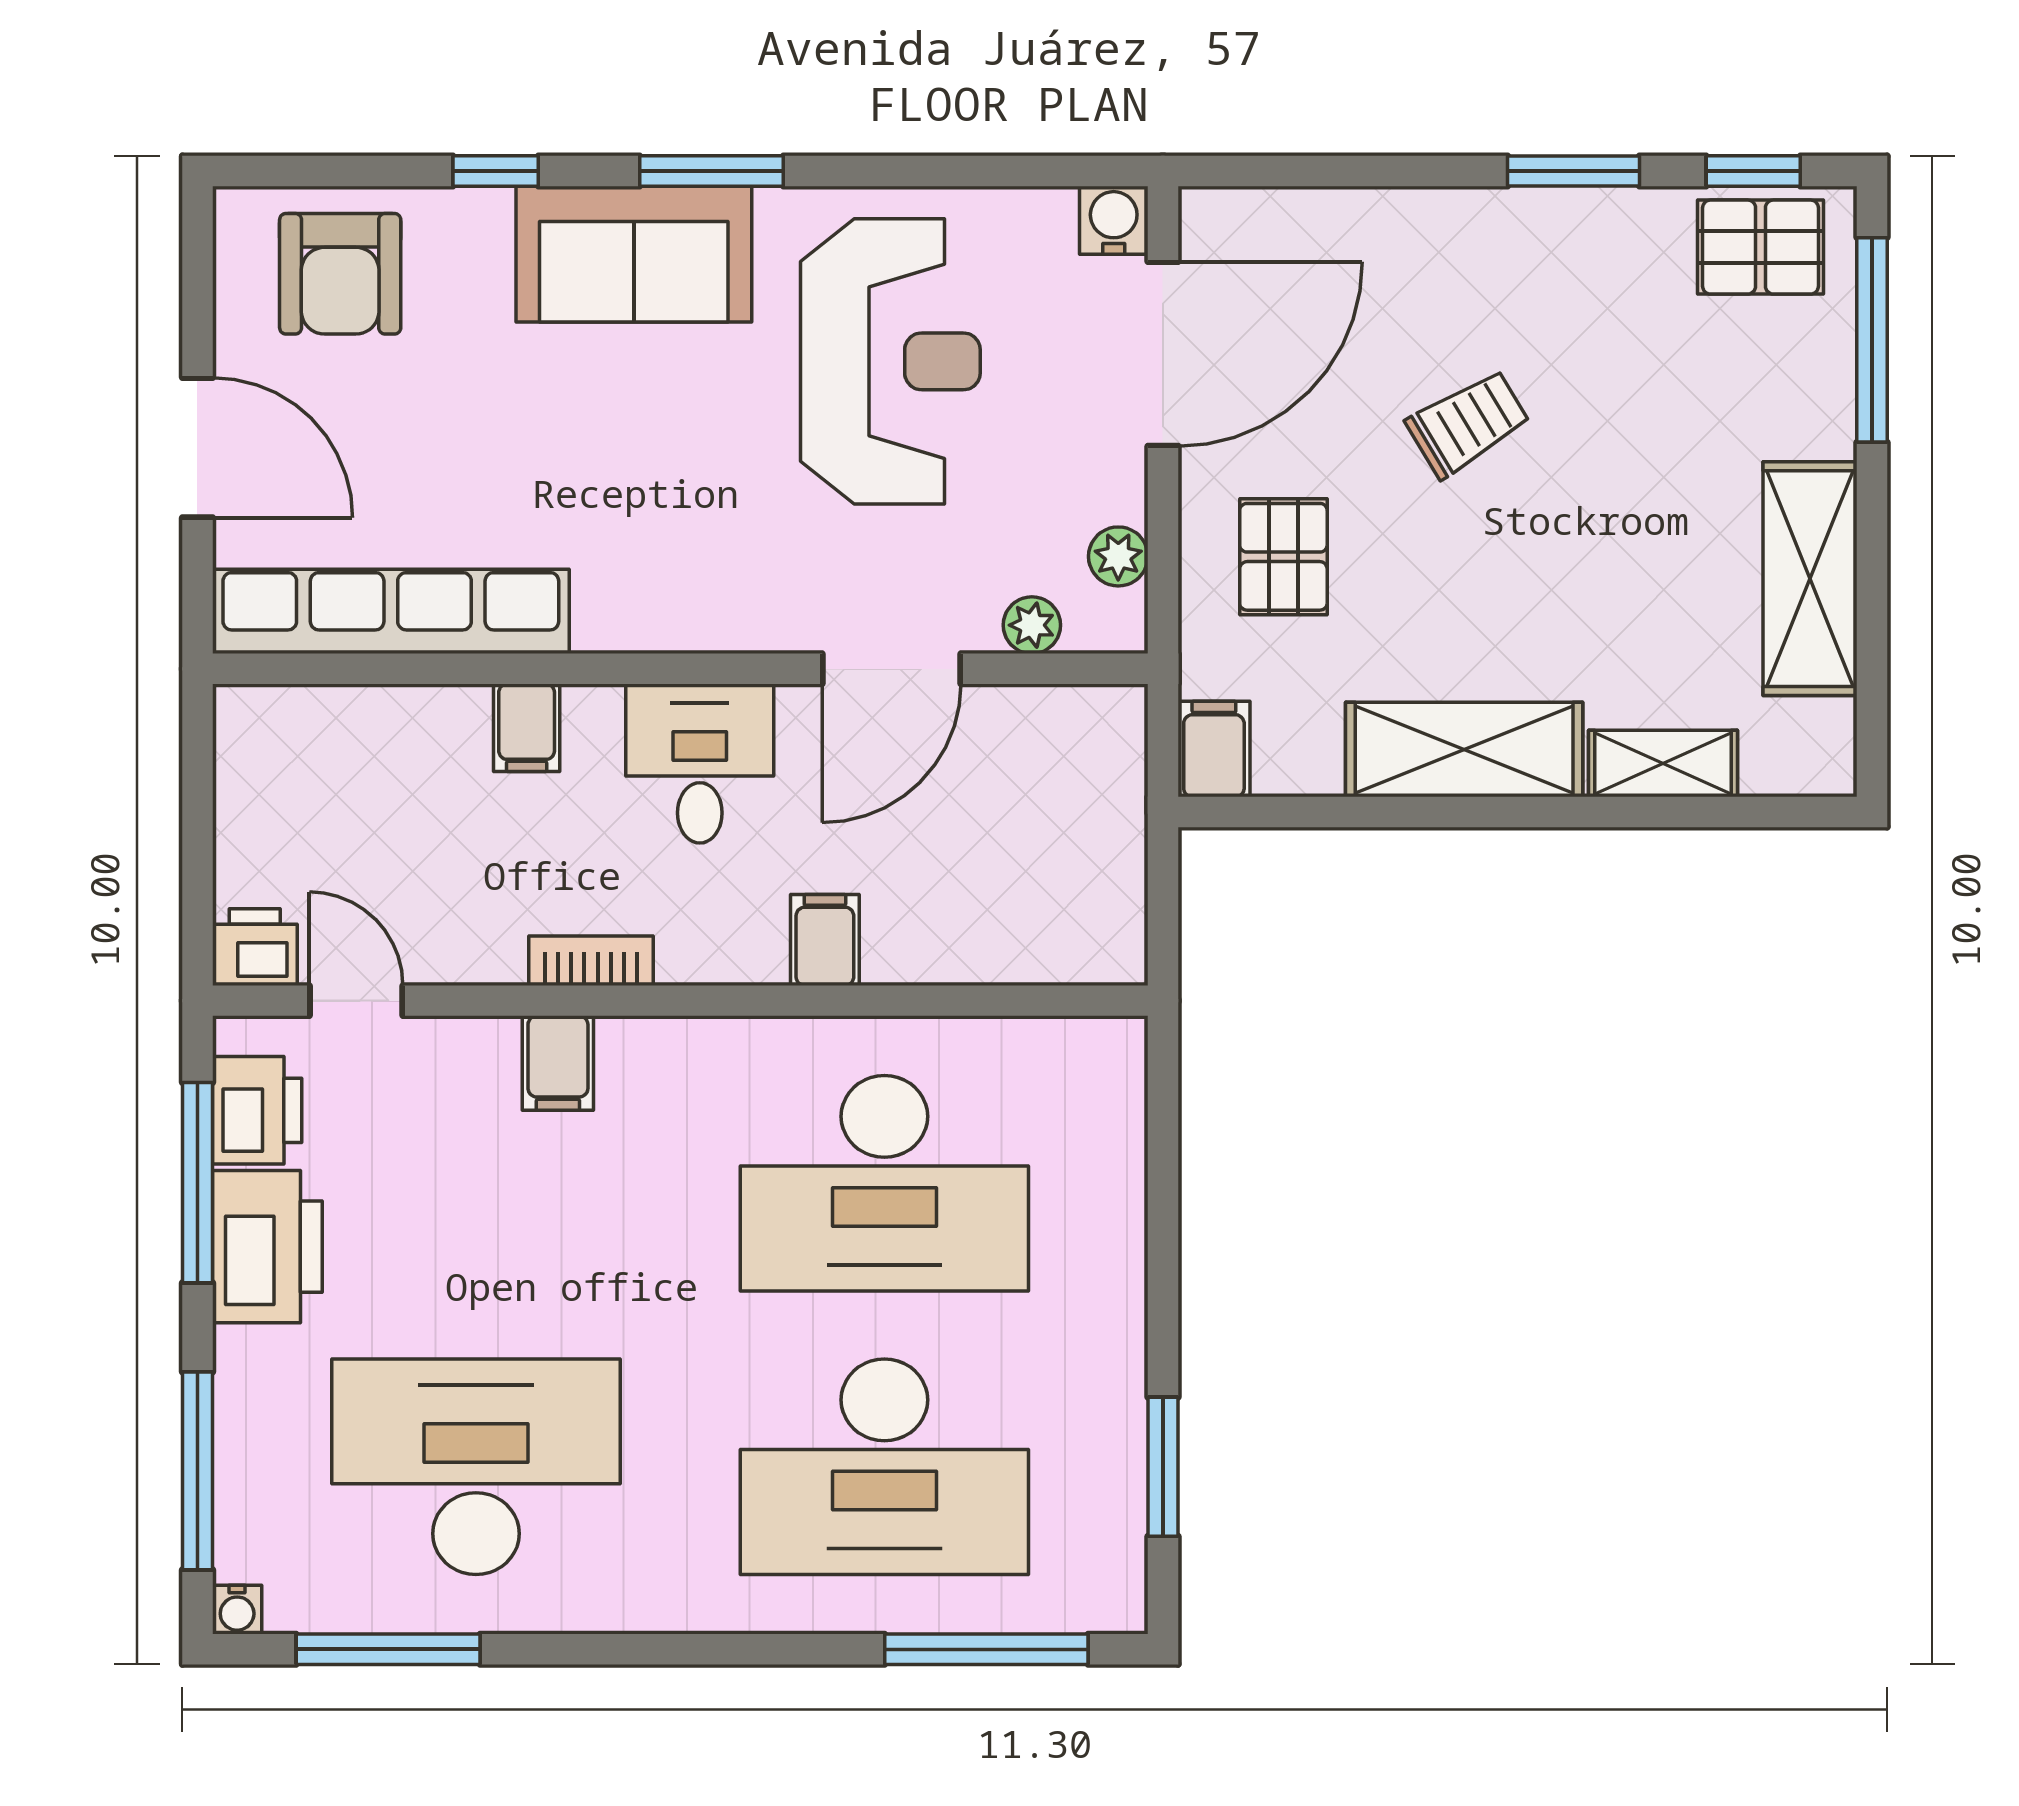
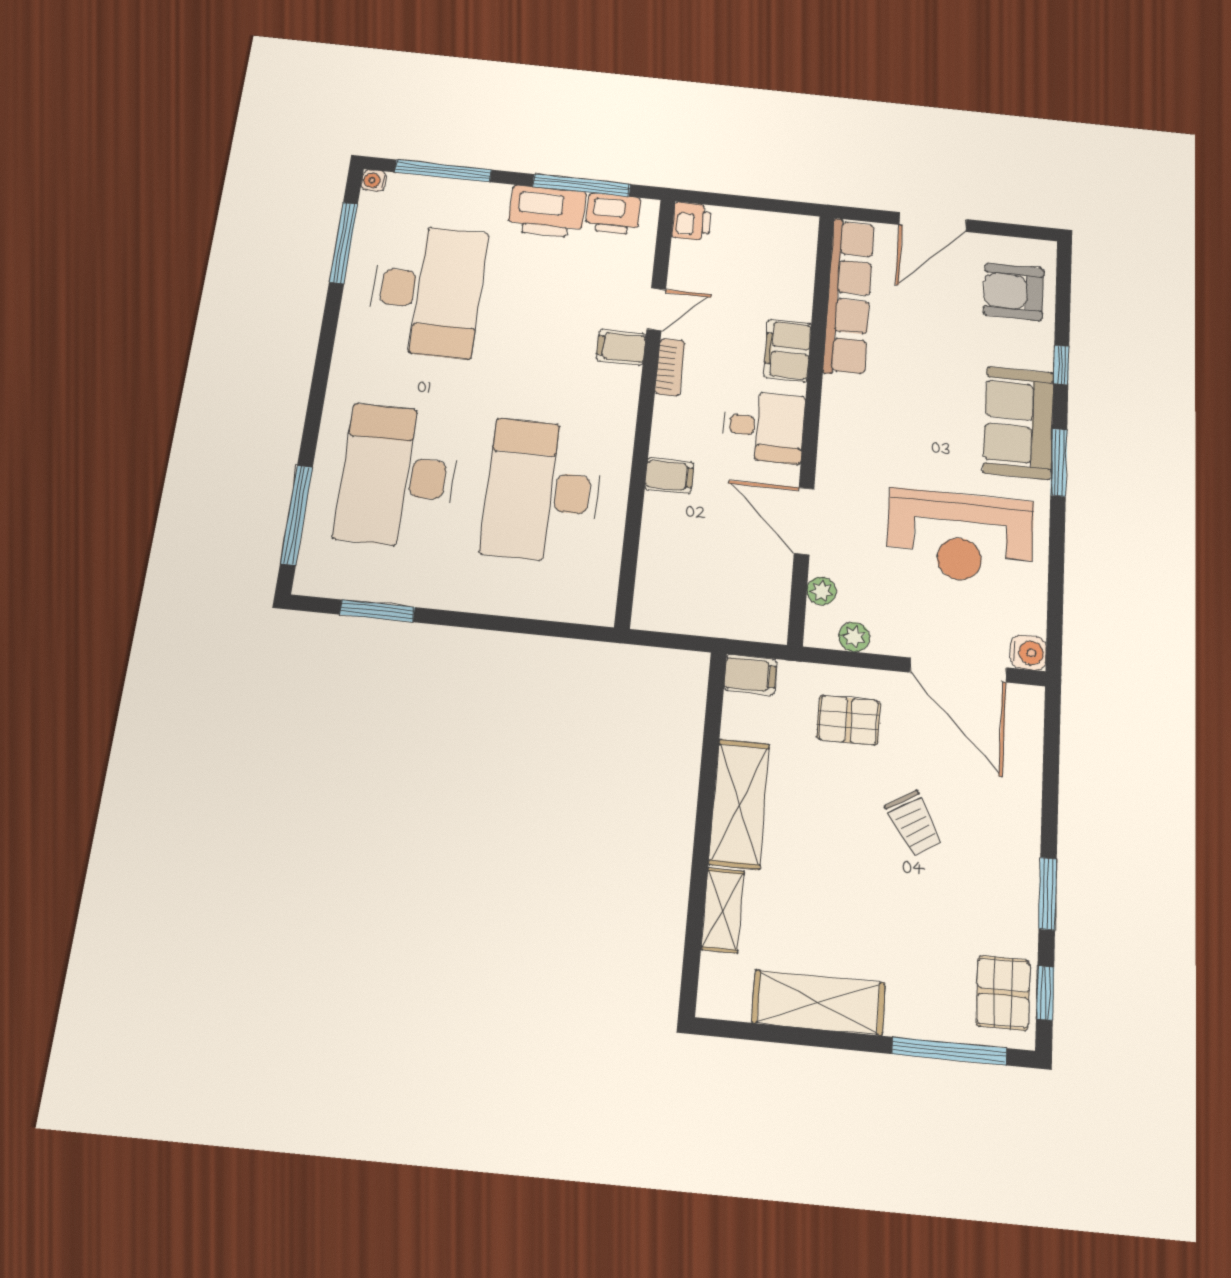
filing cabinet: (527, 728) -> (788, 350), width x2.00
door: (356, 1001) -> (656, 309), moved

